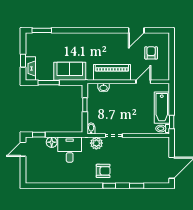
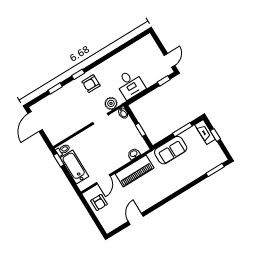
armchair: (151, 53) -> (99, 202), moved
floor lamp: (52, 142) -> (149, 81), removed

